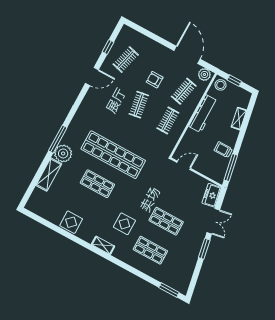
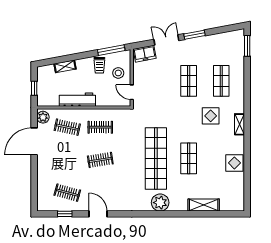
armchair: (155, 80) -> (71, 158), removed
stool: (221, 85) -> (118, 73), moved
window: (58, 139) -> (169, 214), removed
plant: (63, 153) -> (160, 203), moved

